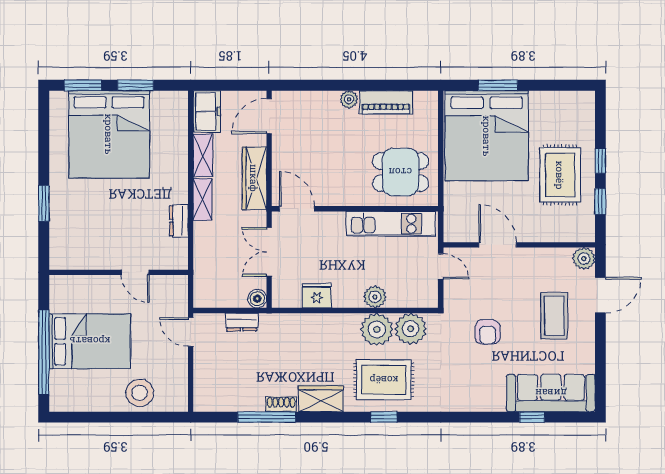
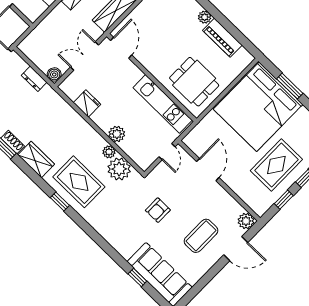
plant: (377, 329) -> (109, 152), width x0.53, depth x0.53

